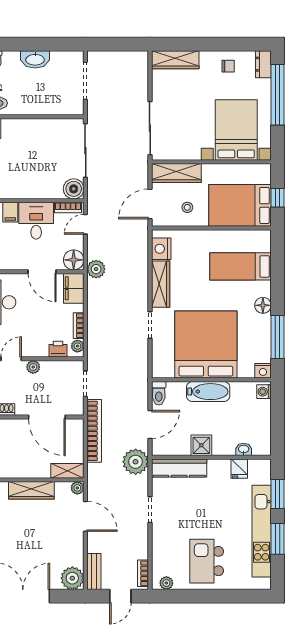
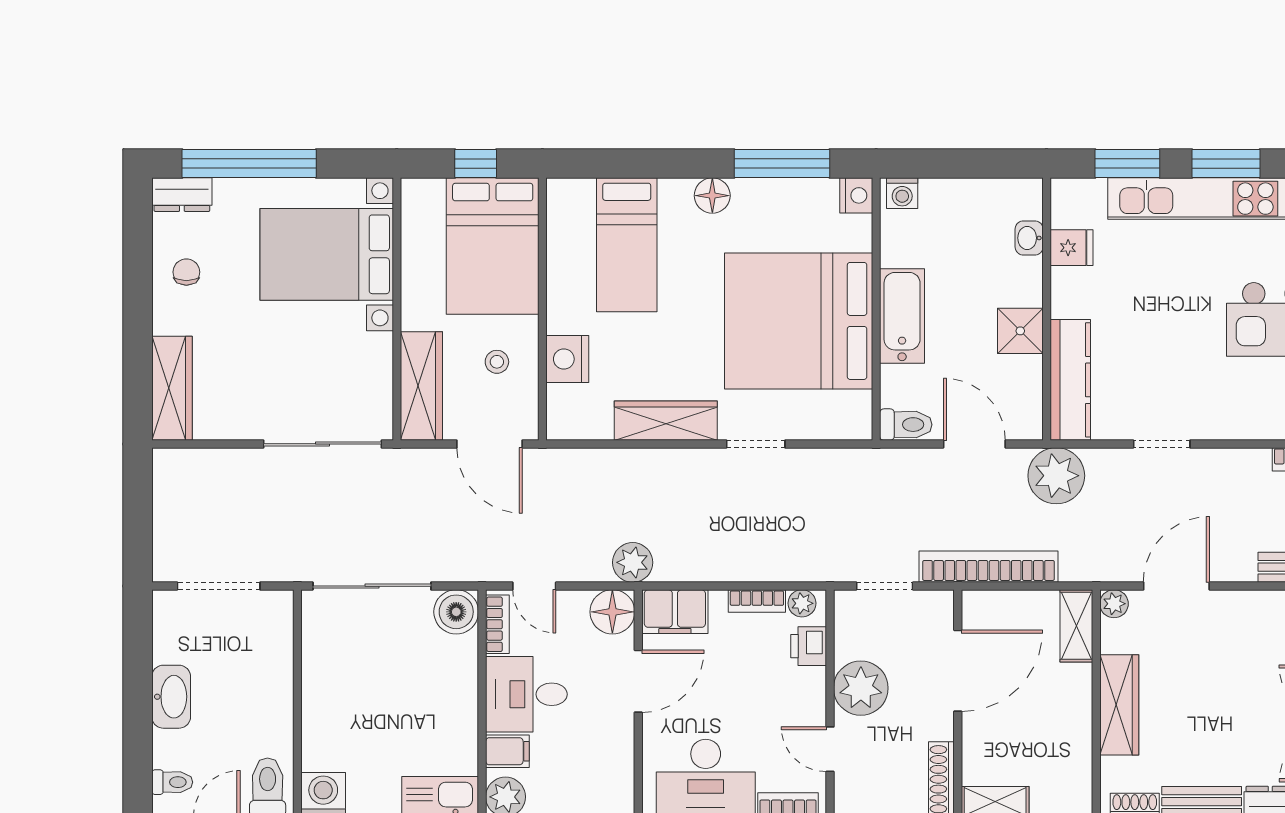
nightstand: (161, 249) -> (567, 359), moved, turned 90
plant: (33, 367) -> (861, 688), width x1.87, depth x1.87

